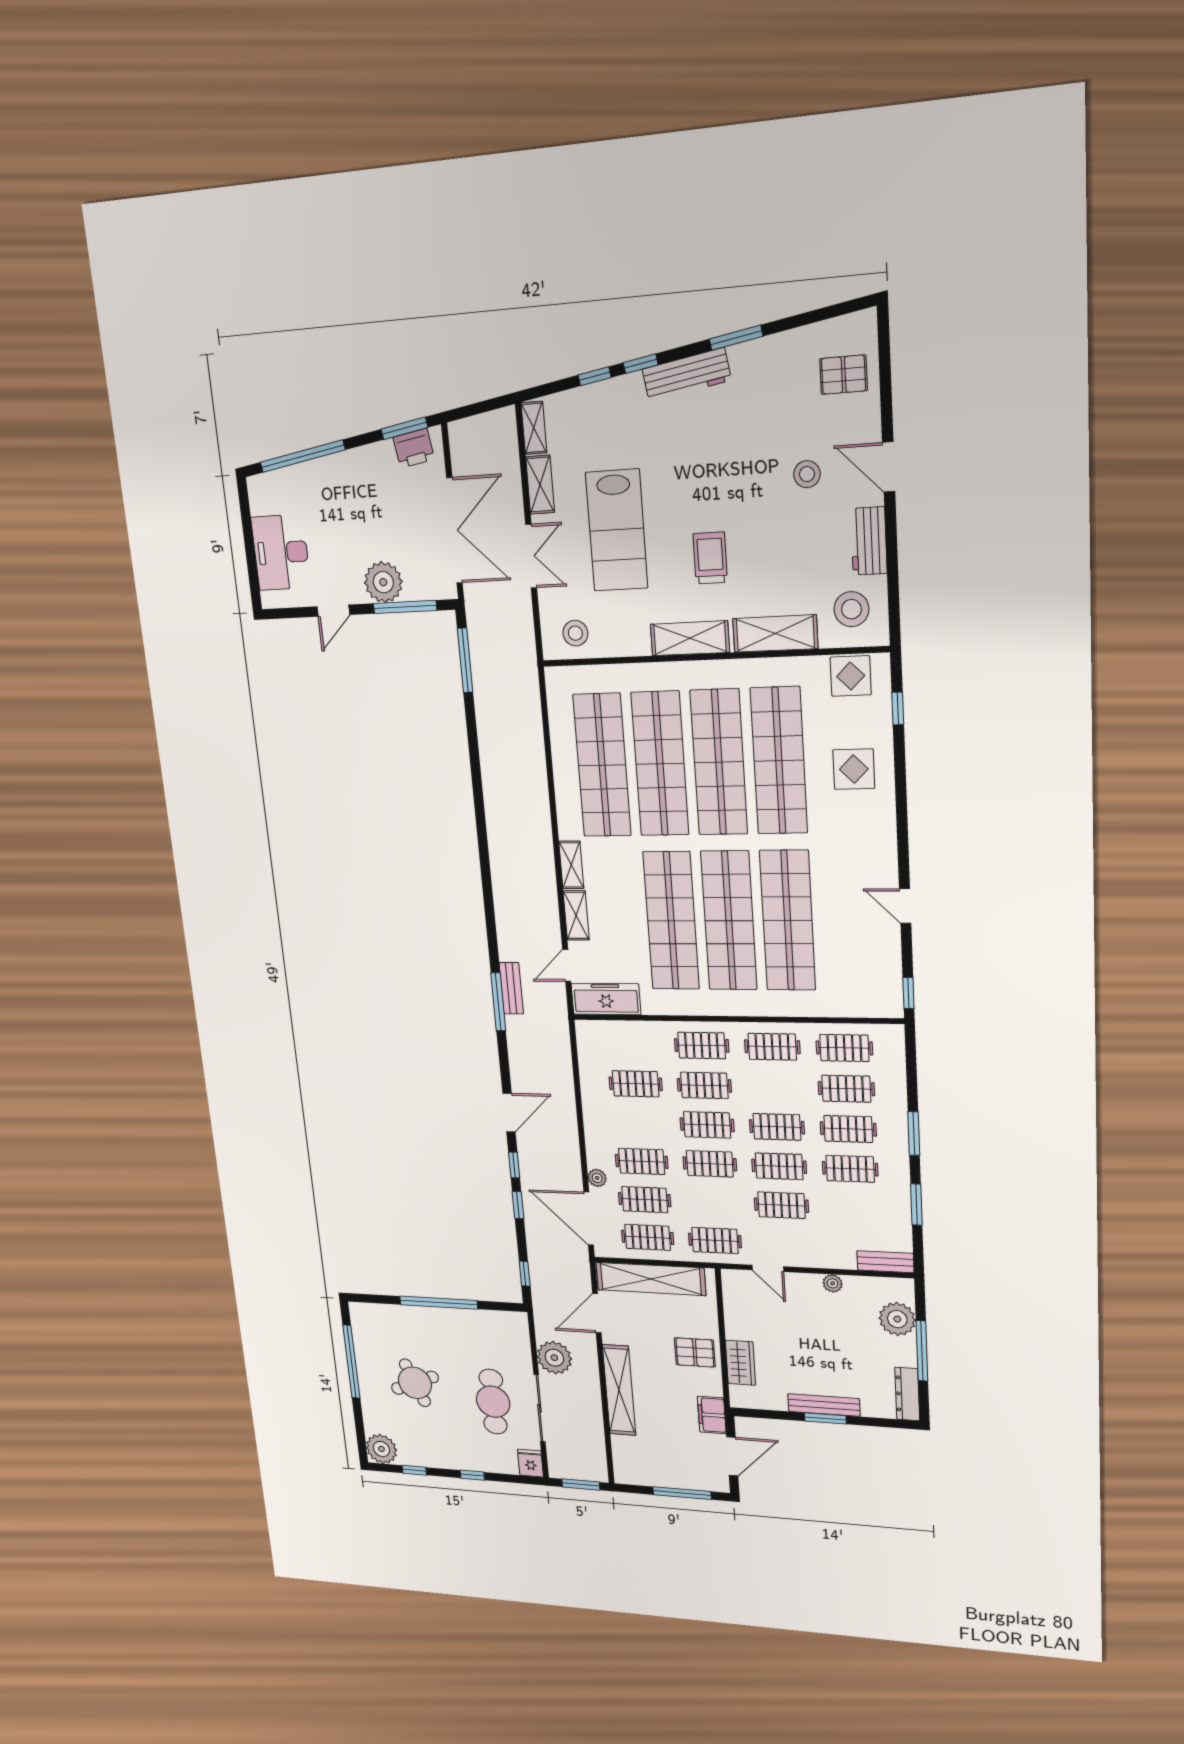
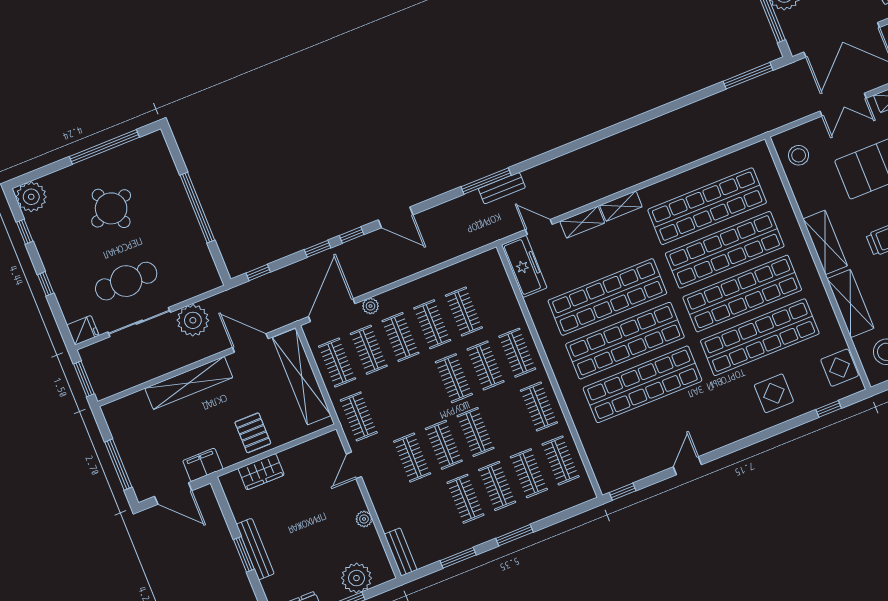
clothes rail: (710, 1164) -> (432, 324), moved

